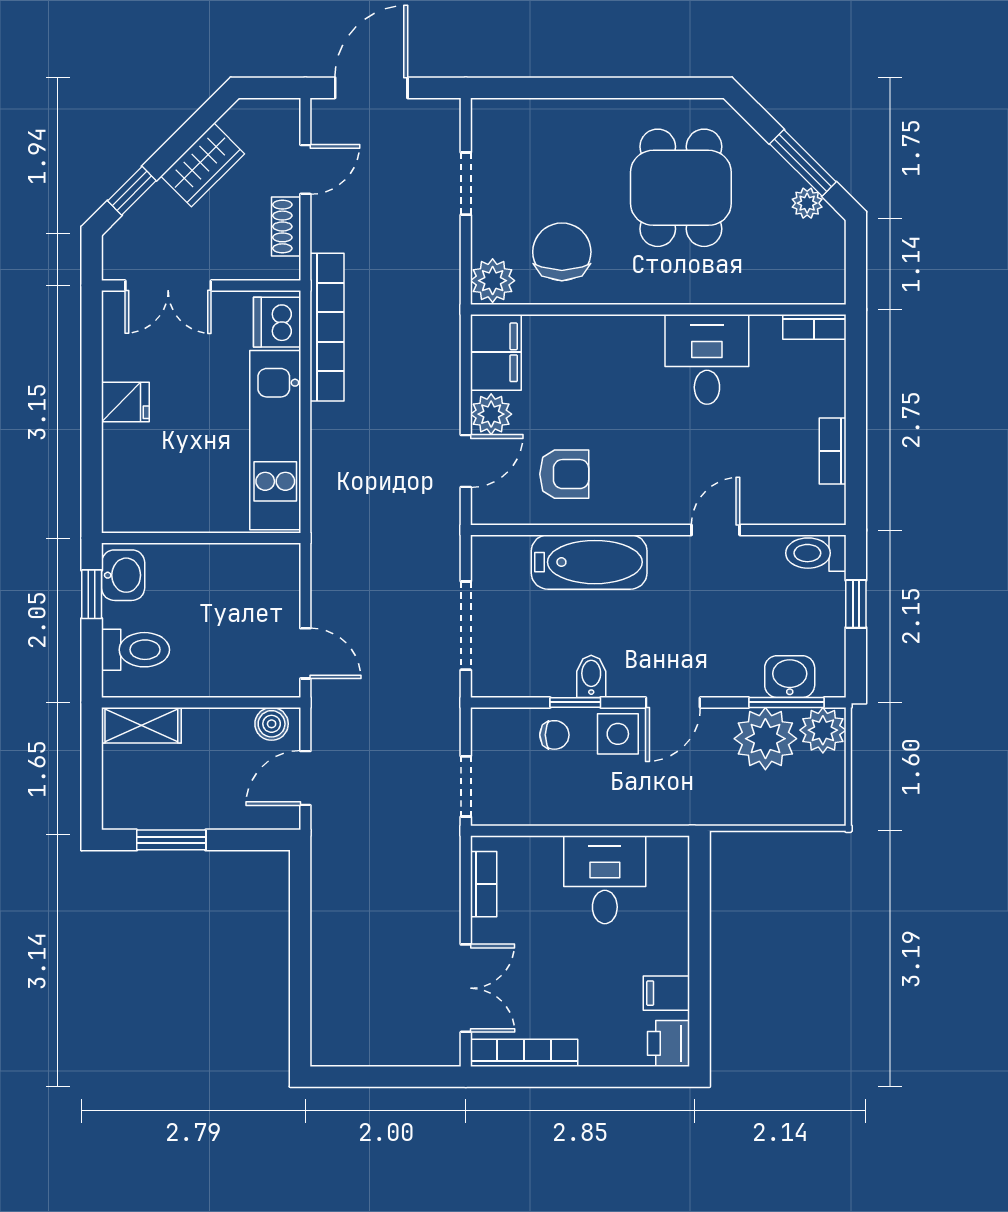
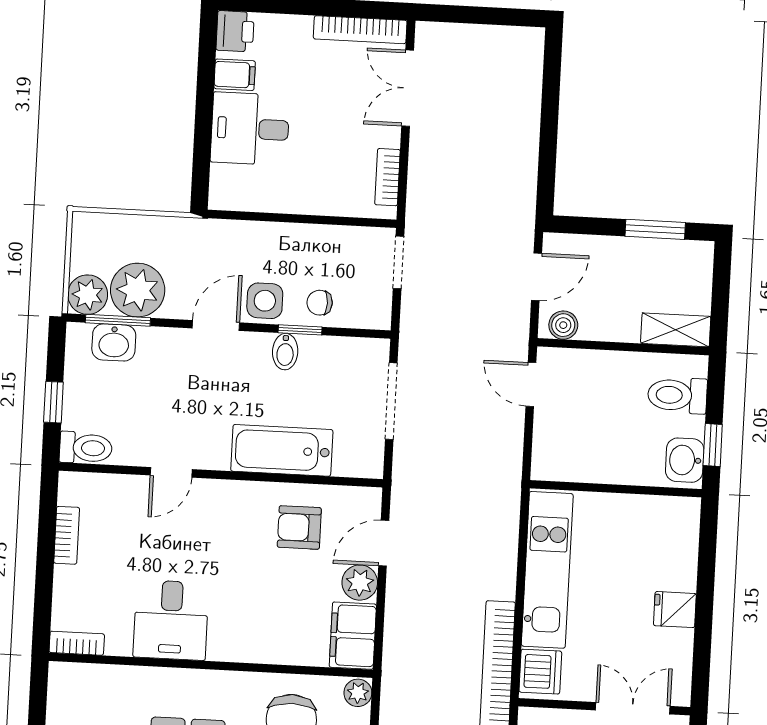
plant: (493, 281) -> (358, 693), width x0.73, depth x0.73
desk: (605, 880) -> (250, 129), moved, turned 90

